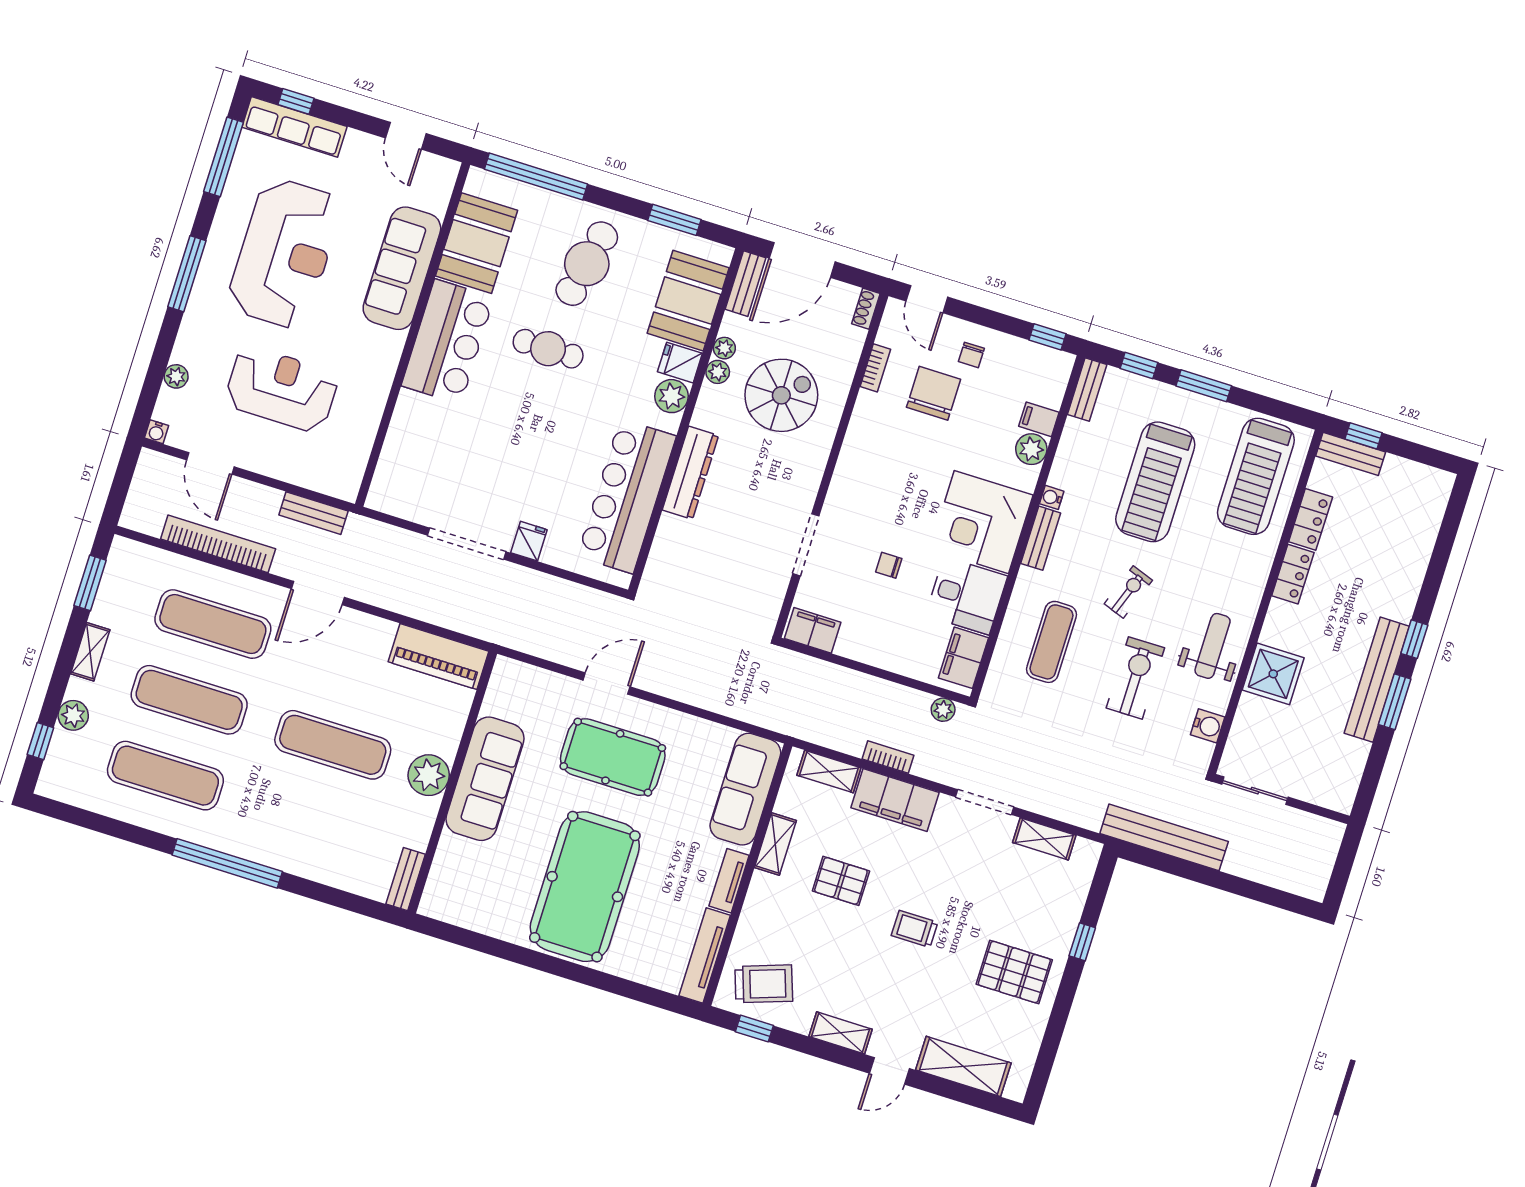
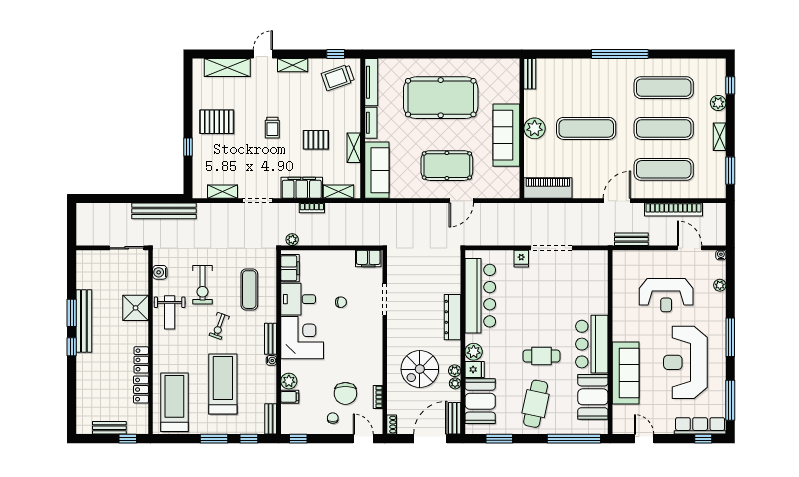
bench: (1351, 454) -> (109, 428), moved
pool table: (585, 887) -> (441, 98), turned 90
trolley: (915, 929) -> (272, 128), turned 90

